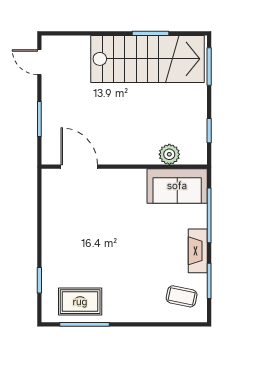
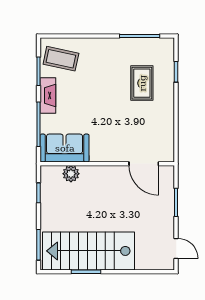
coffee table: (182, 296) -> (61, 59), width x1.36, depth x1.30
rug: (80, 302) -> (142, 83), moved, turned 90

